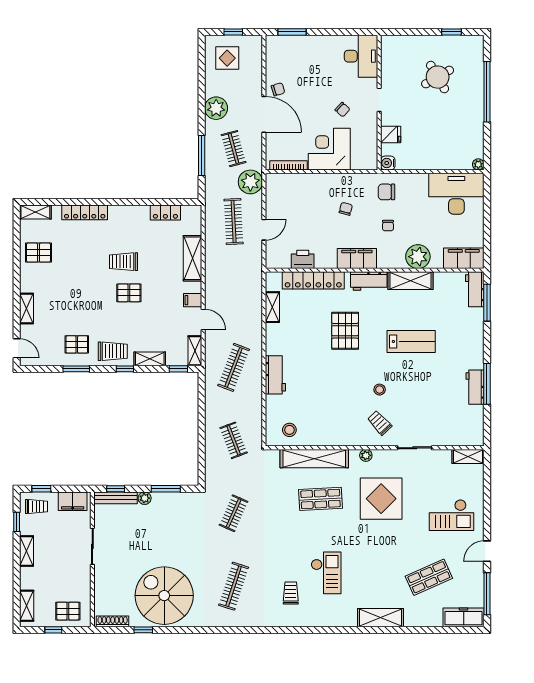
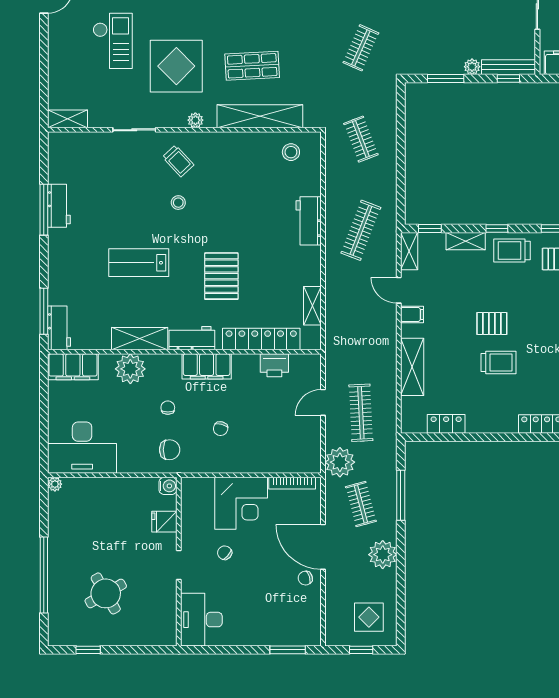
checkout: (452, 515) -> (113, 41), moved, turned 90

